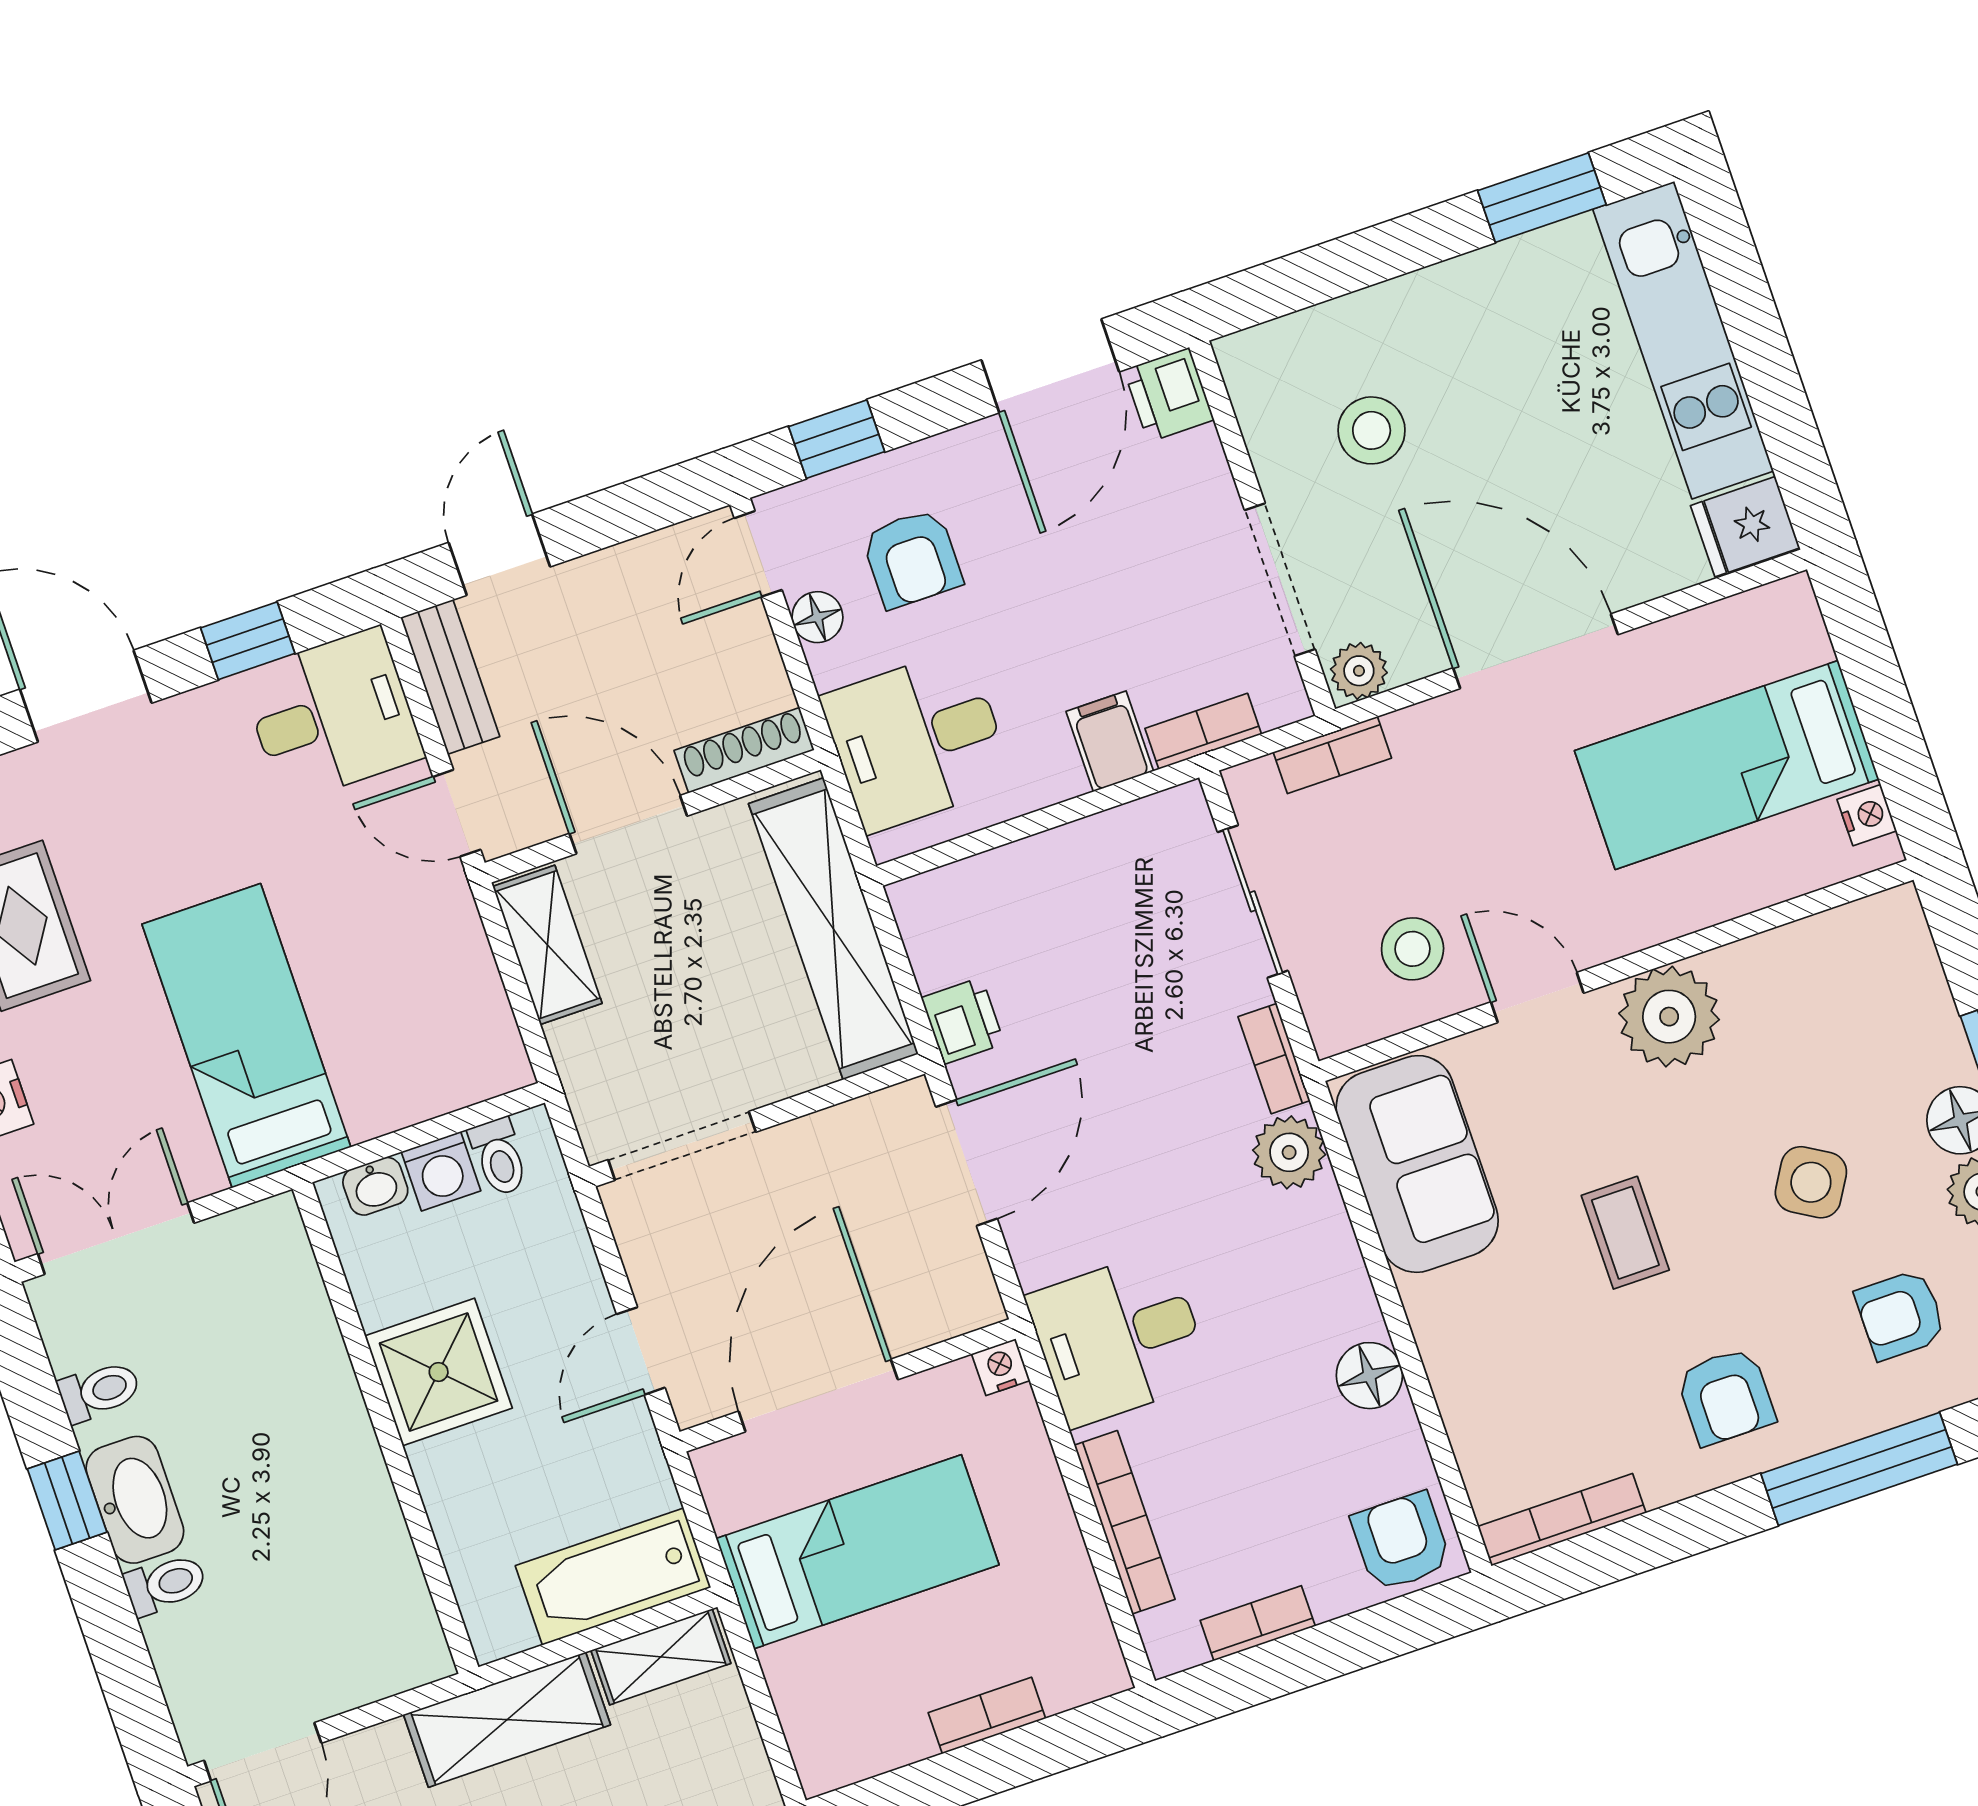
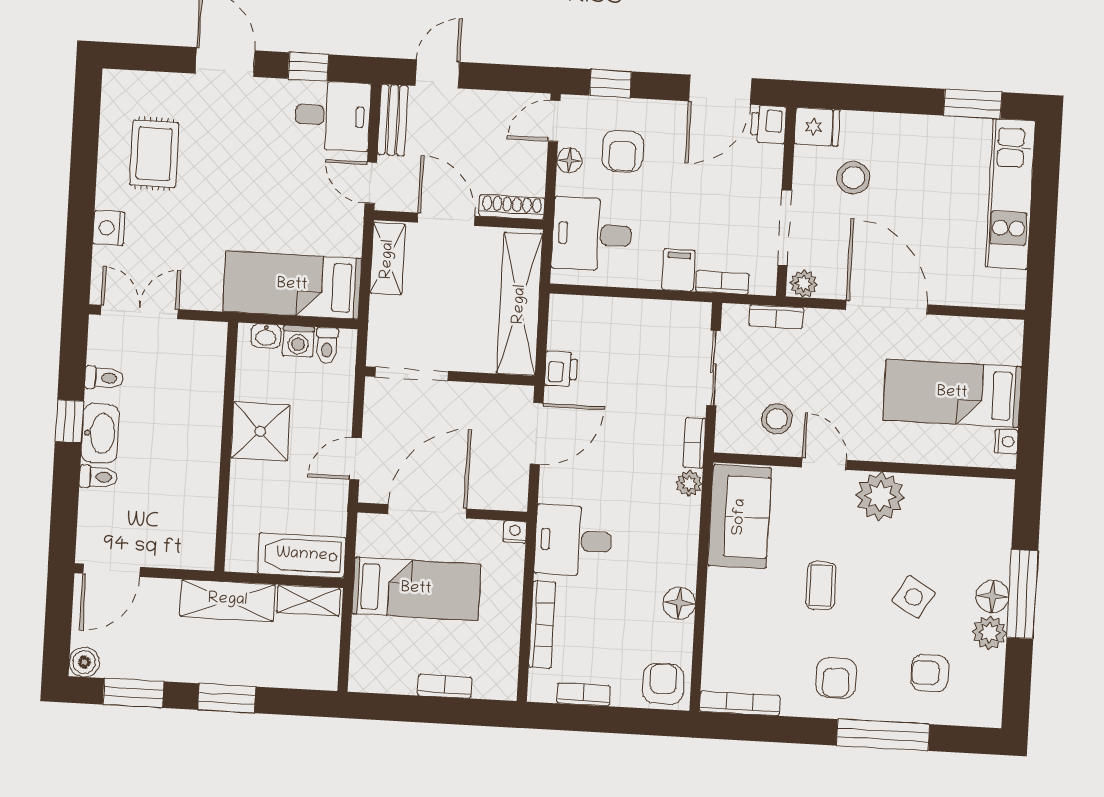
fridge: (1745, 527) -> (817, 127), moved, turned 180
bed: (246, 1036) -> (292, 285), moved, turned -90
plant: (1289, 1152) -> (689, 483), width x0.73, depth x0.73

